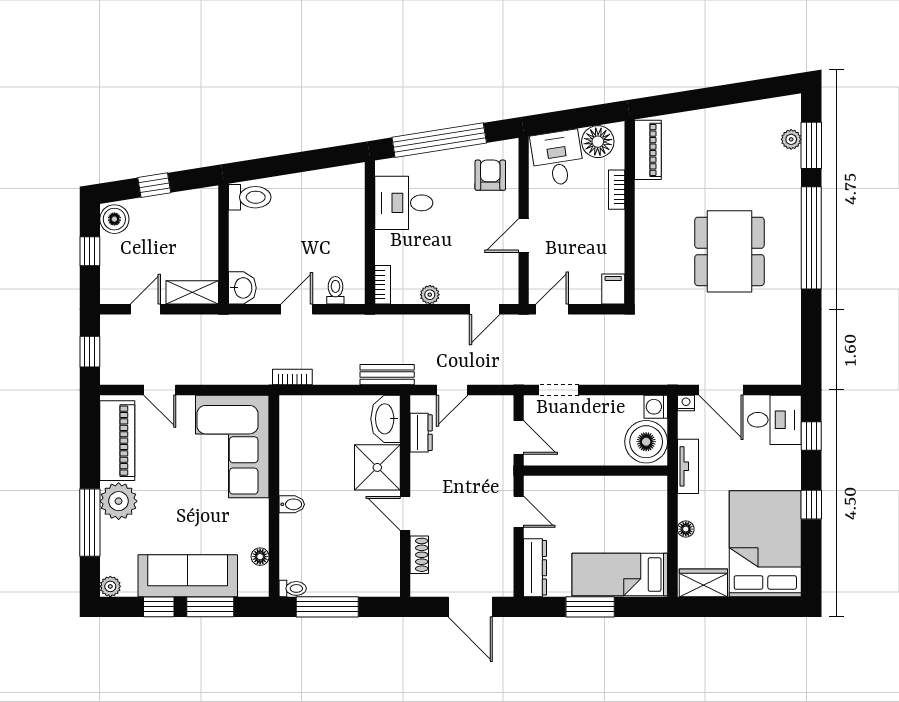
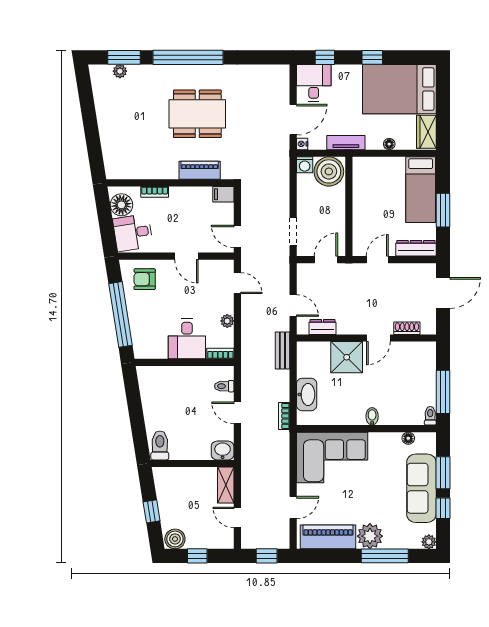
piano: (648, 150) -> (200, 170), moved
desk: (404, 203) -> (187, 339), moved
washbasin: (386, 419) -> (307, 394), moved, turned -90

